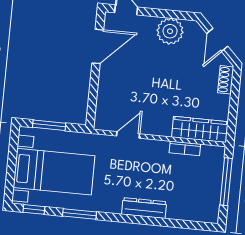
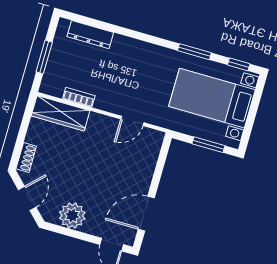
window: (226, 182) -> (44, 57), width x0.69
dresser: (144, 208) -> (90, 35), moved

